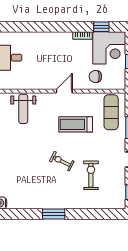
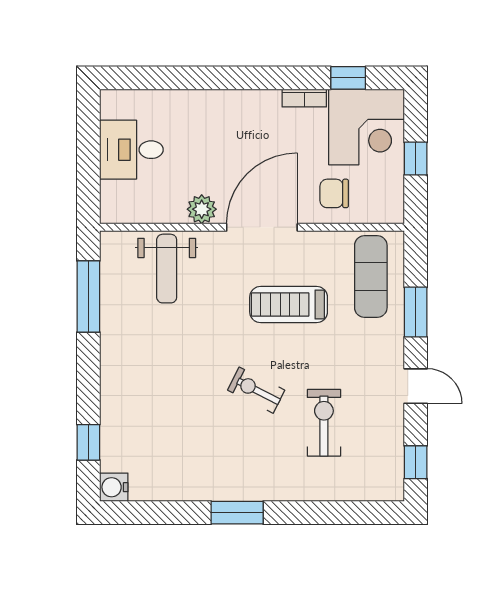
plant: (38, 83) -> (202, 209), added
door: (64, 91) -> (262, 227), width x1.87

